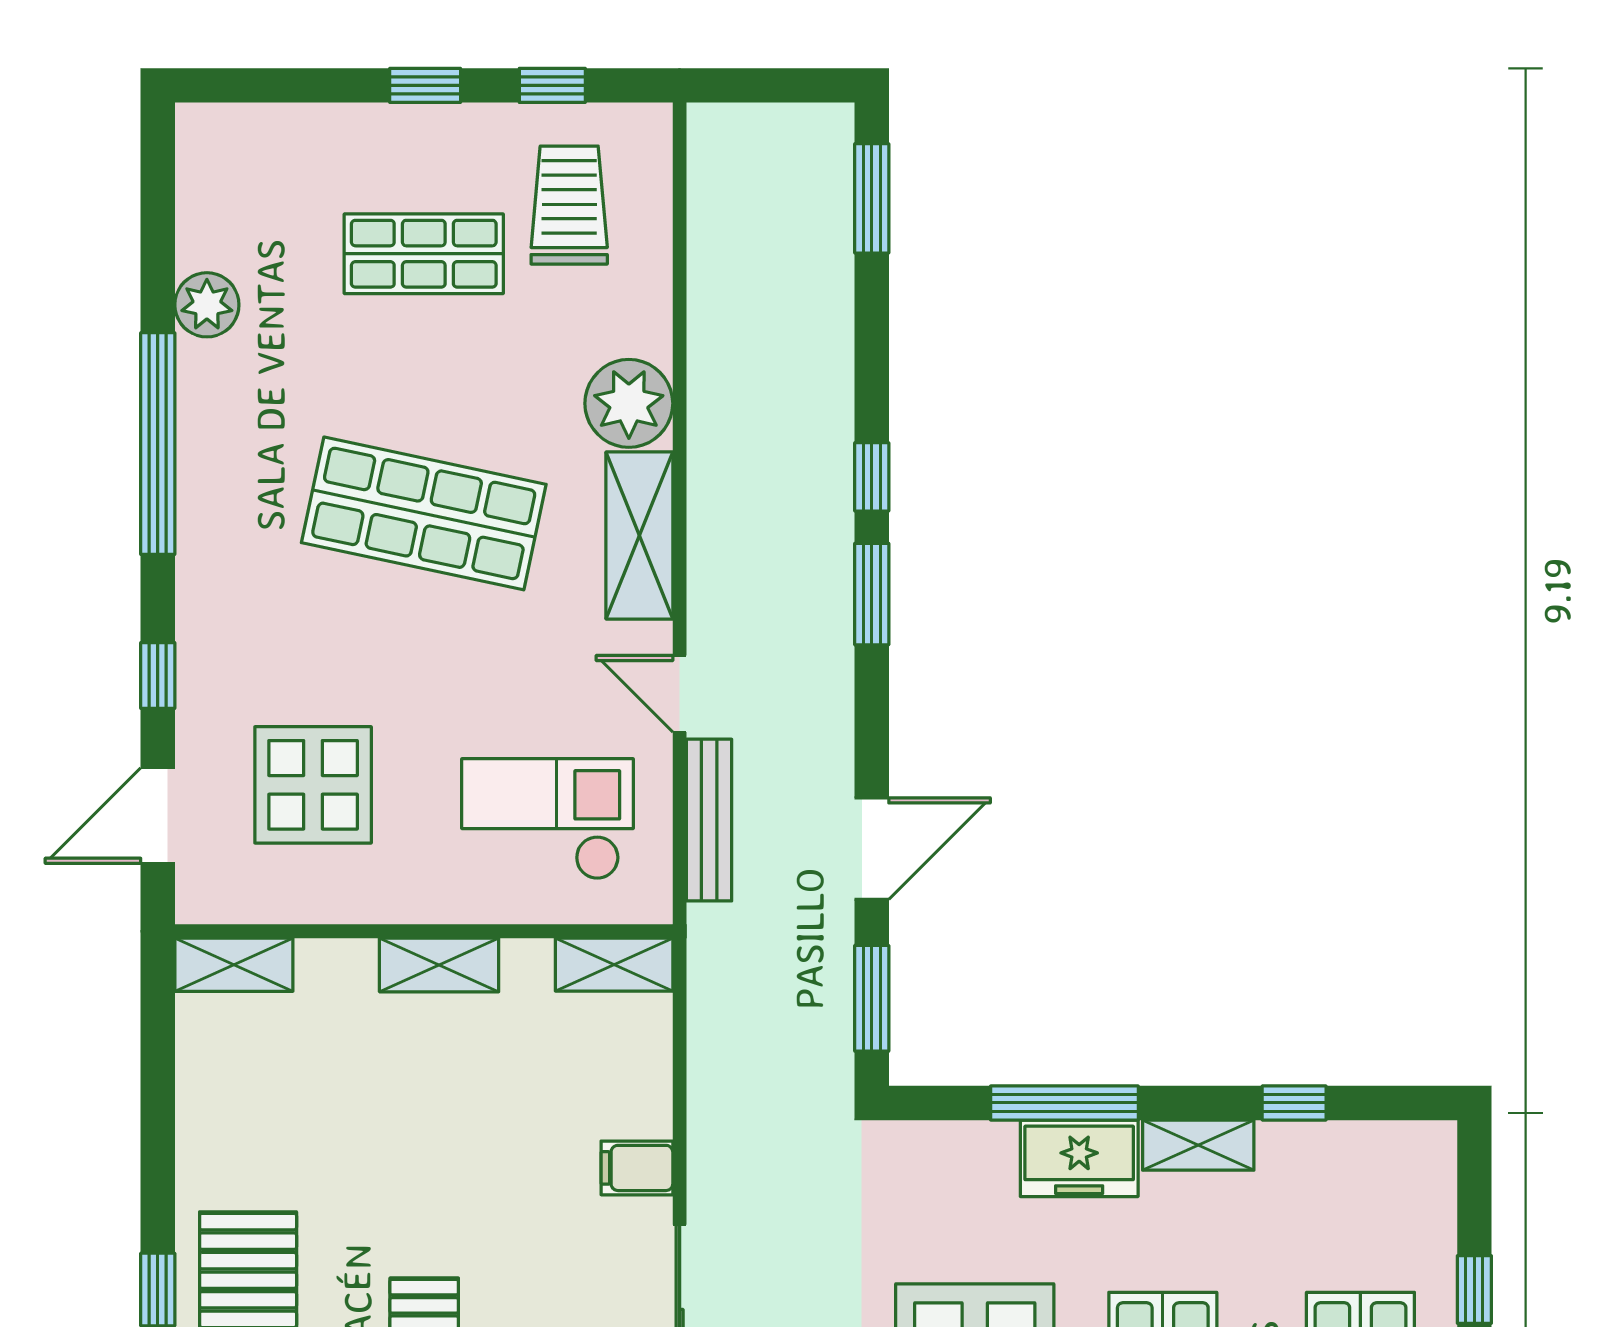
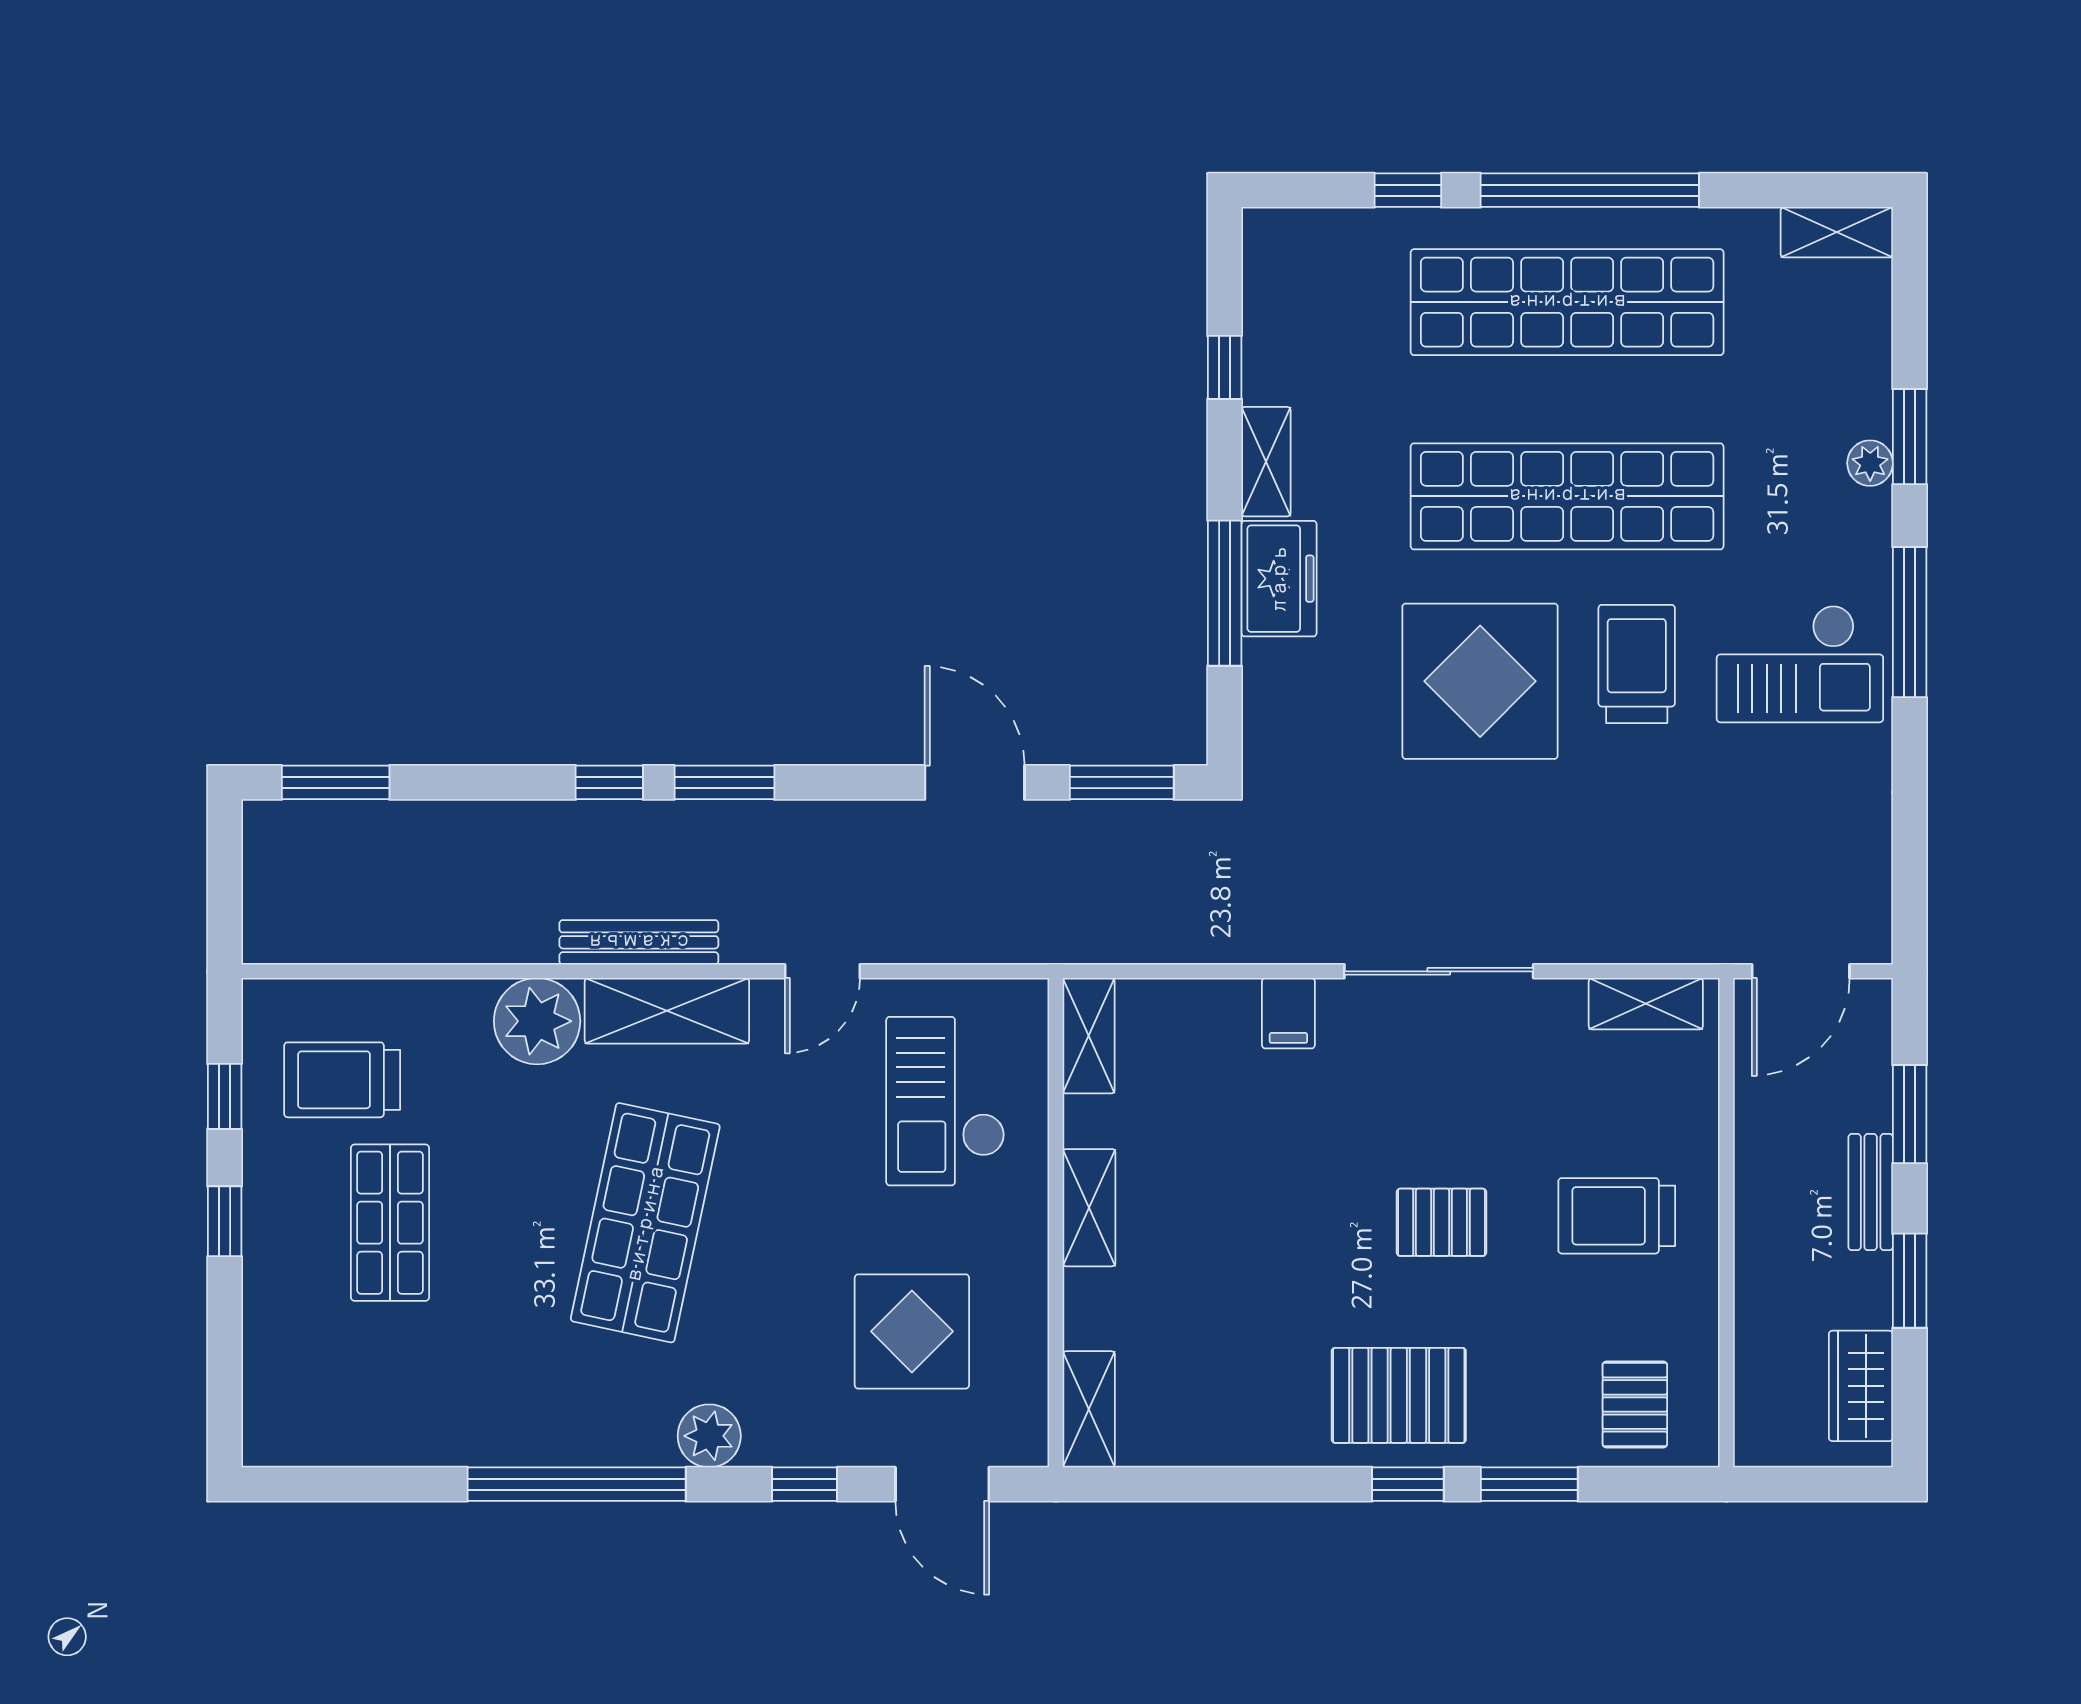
plant: (207, 305) -> (709, 1436), moved
bench: (709, 820) -> (639, 942), moved

